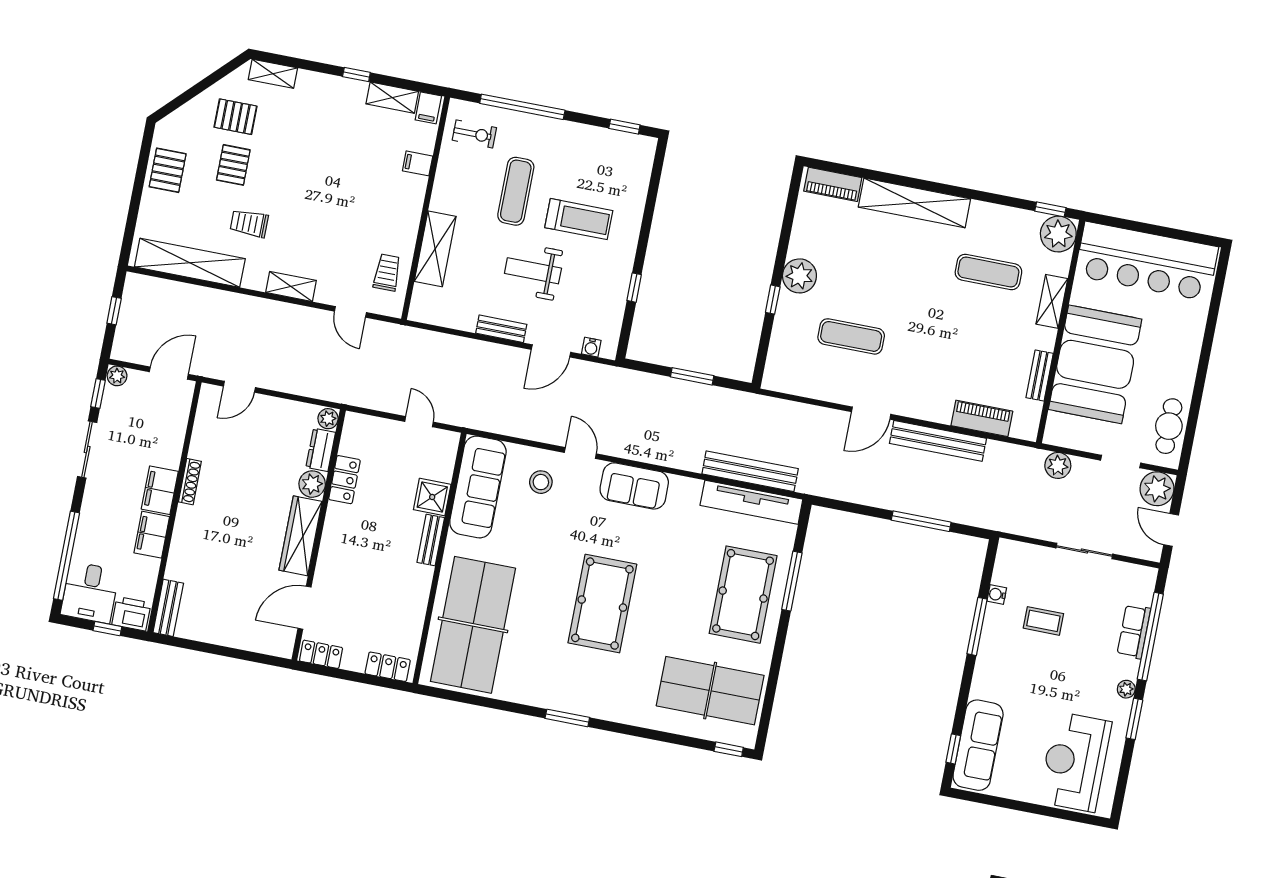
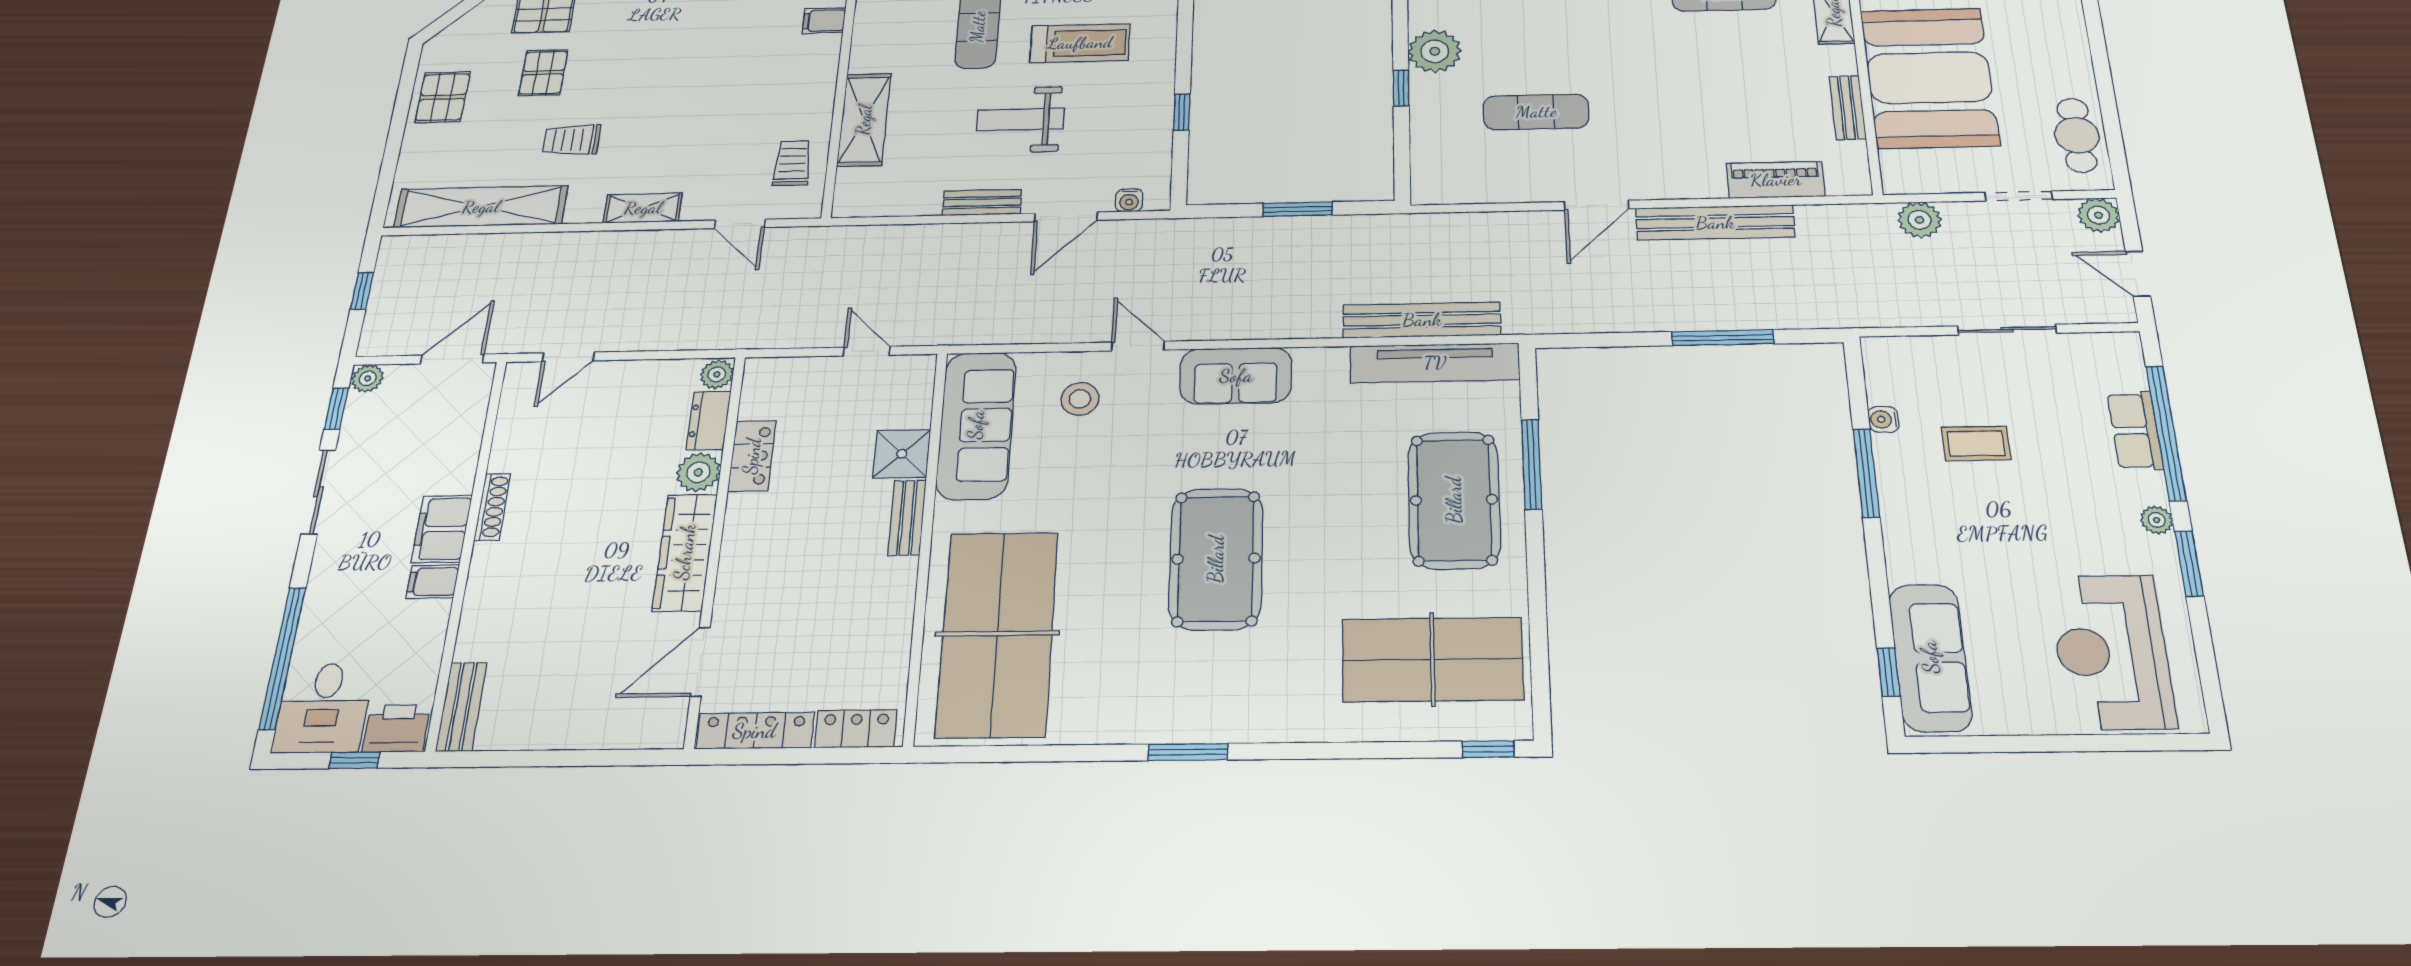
plant: (1157, 489) -> (2098, 215), width x0.73, depth x0.73
filing cabinet: (152, 535) -> (433, 582), width x0.50
locker: (321, 654) -> (755, 731), width x1.53

